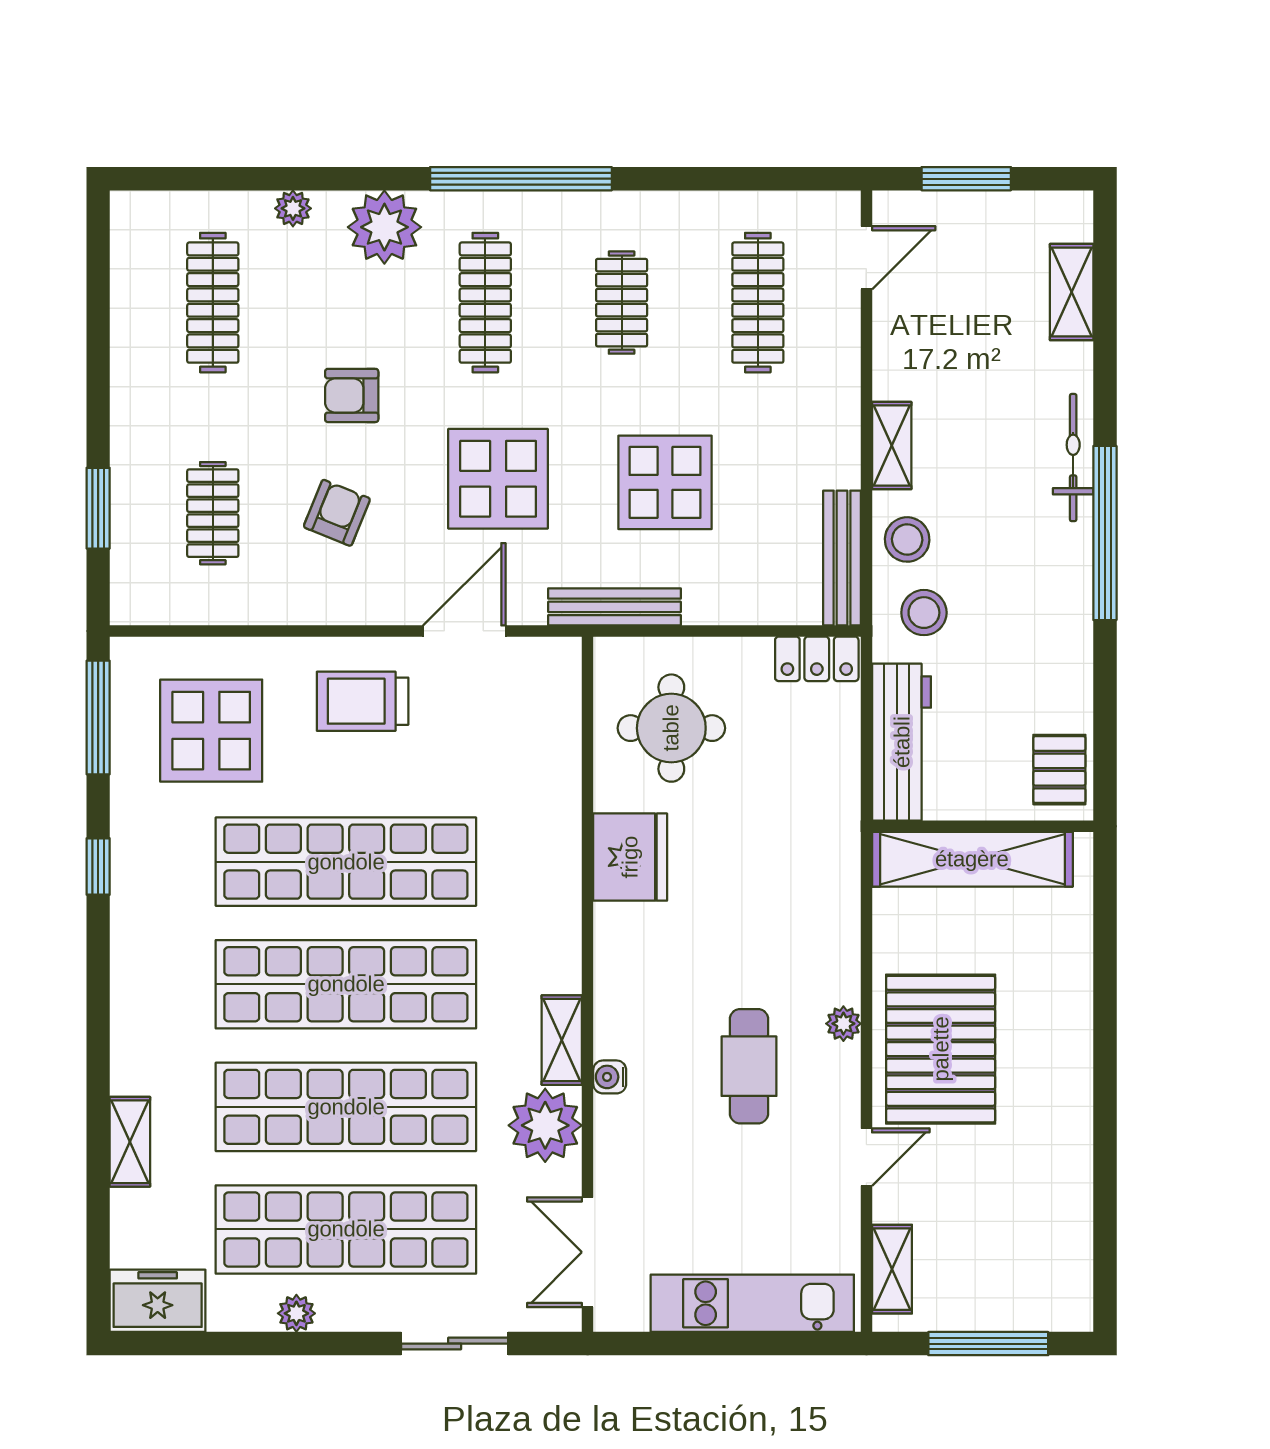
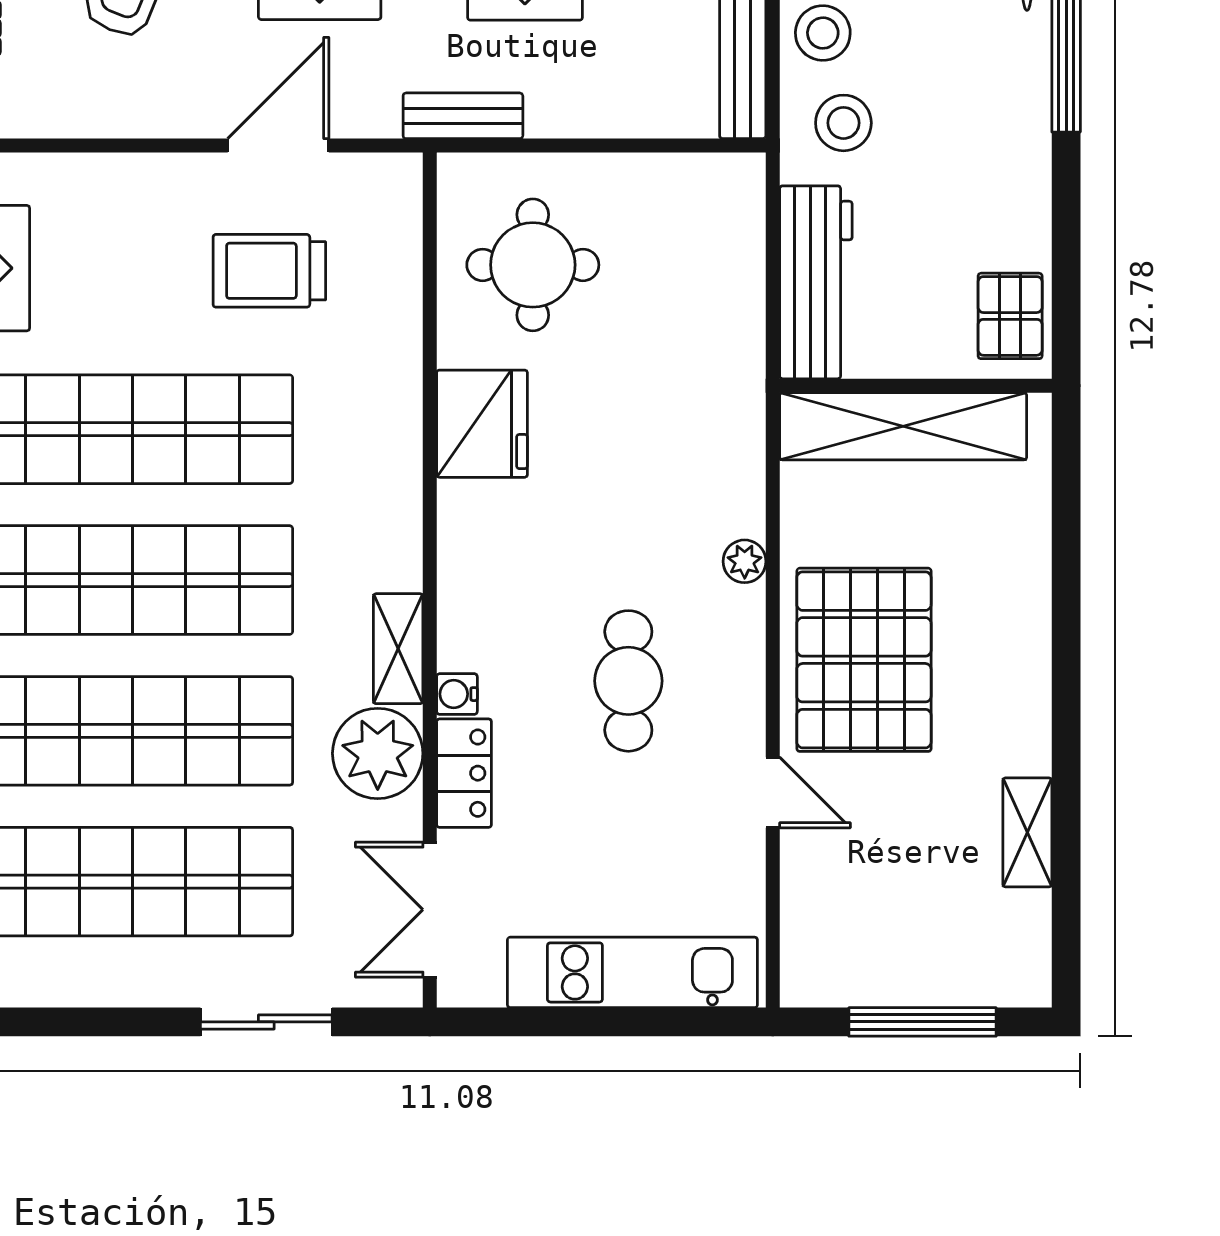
bench: (615, 607) -> (463, 116), width x0.73
locker: (817, 659) -> (464, 773), moved, turned -90
trolley: (363, 701) -> (269, 271), moved
plant: (843, 1024) -> (745, 561), moved
door: (866, 1157) -> (773, 793), hinge flipped
shelving: (892, 1269) -> (1027, 832), moved
plant: (296, 1313) -> (72, 985), removed

